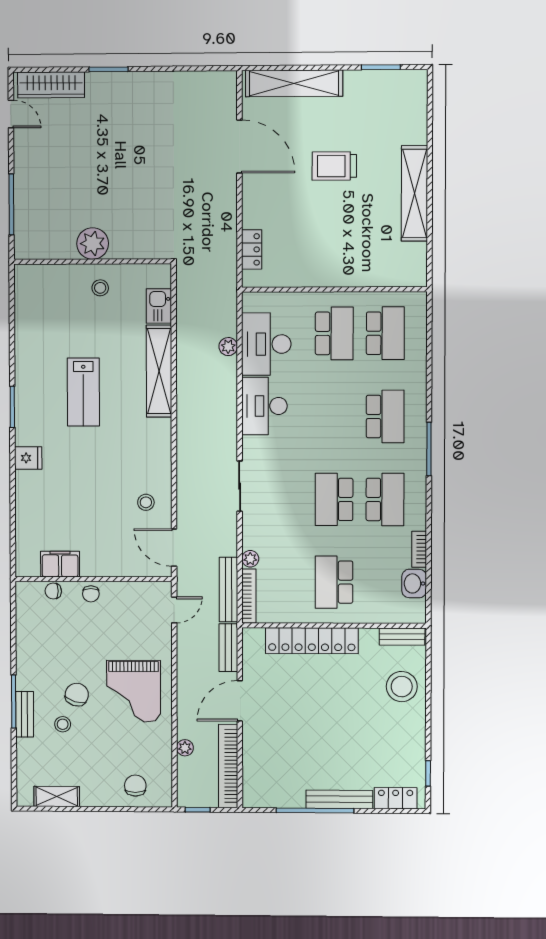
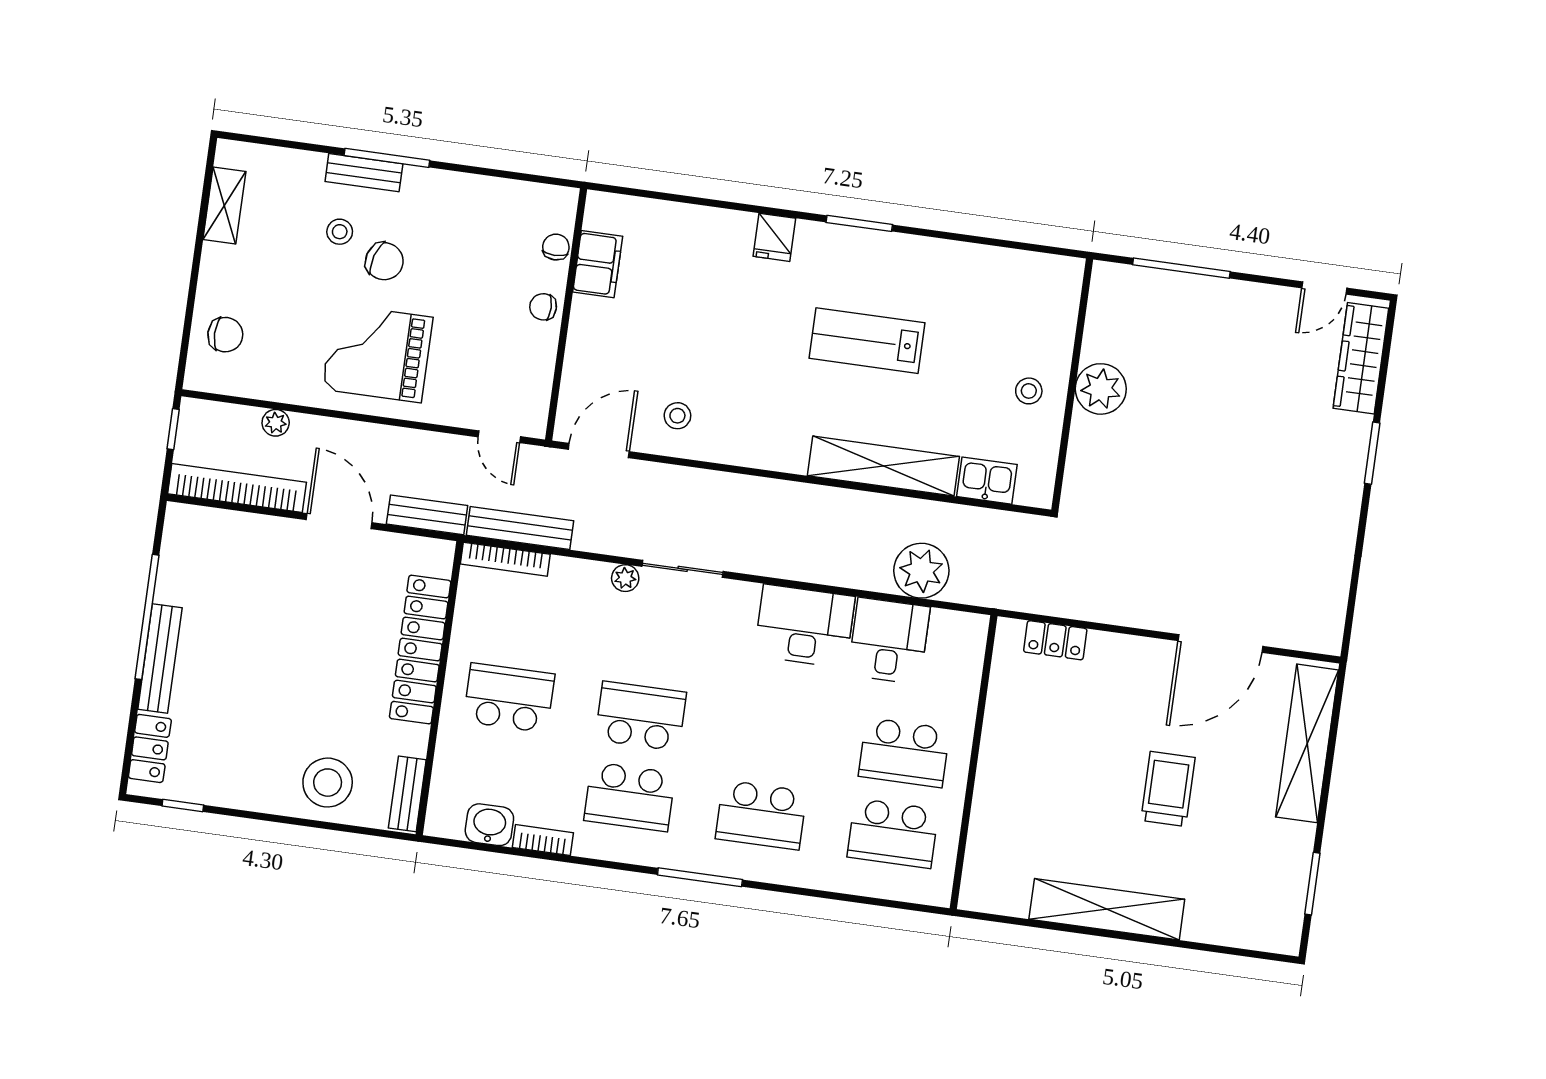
desk: (266, 344) -> (889, 641), width x0.73
plant: (228, 347) -> (921, 571), width x1.88, depth x1.88
plant: (250, 559) -> (625, 578), moved

